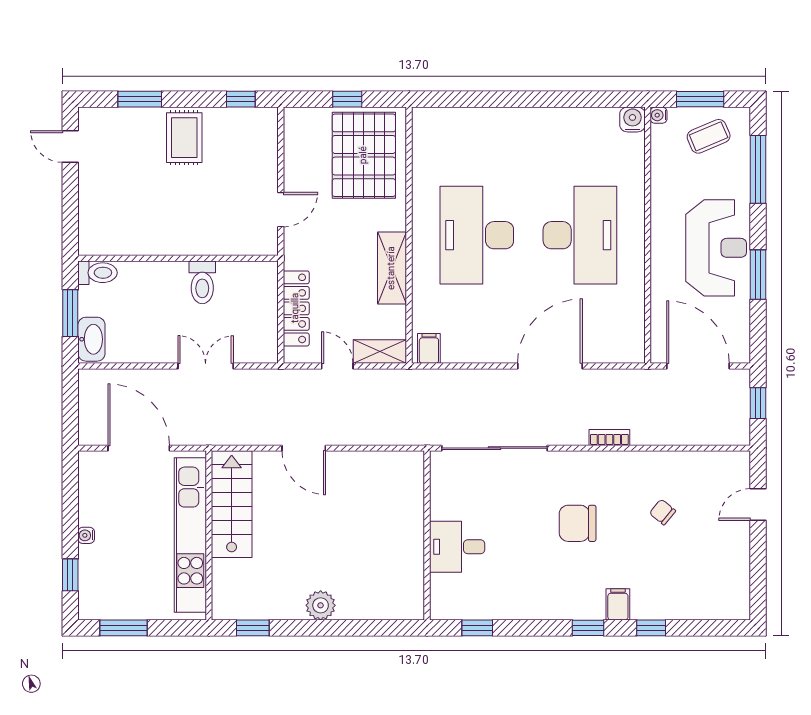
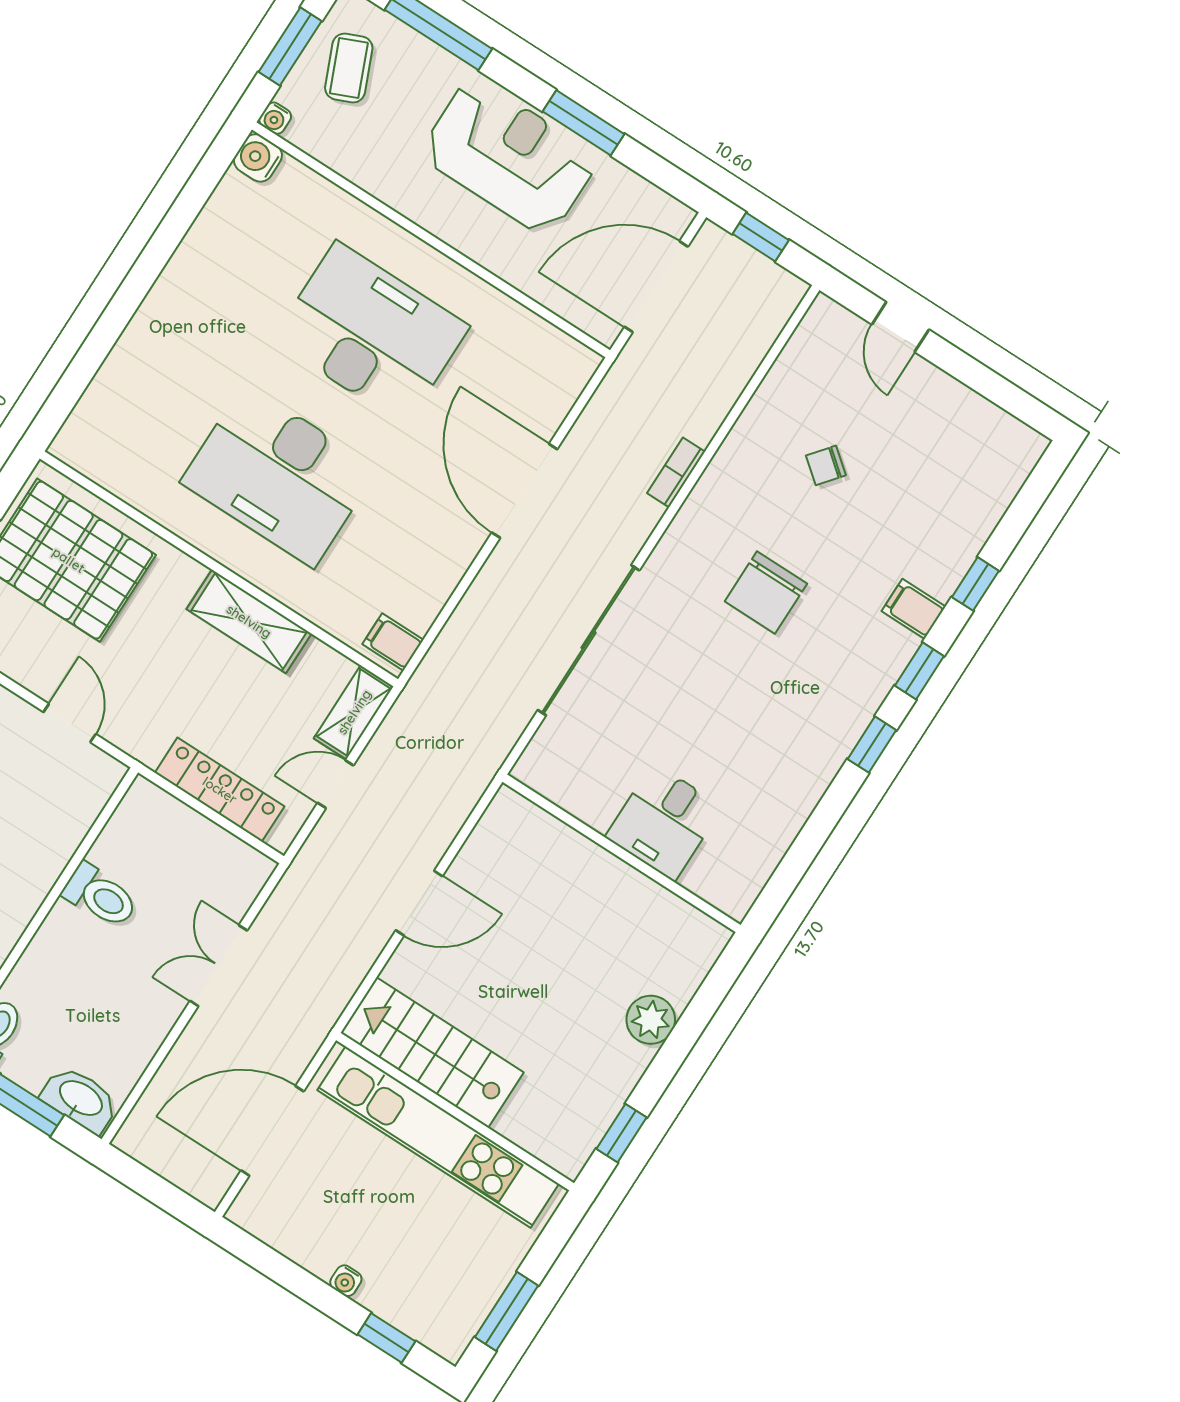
wall: (427, 535) -> (621, 853), moved
desk: (457, 547) -> (664, 822), moved
window: (477, 628) -> (872, 745), moved

